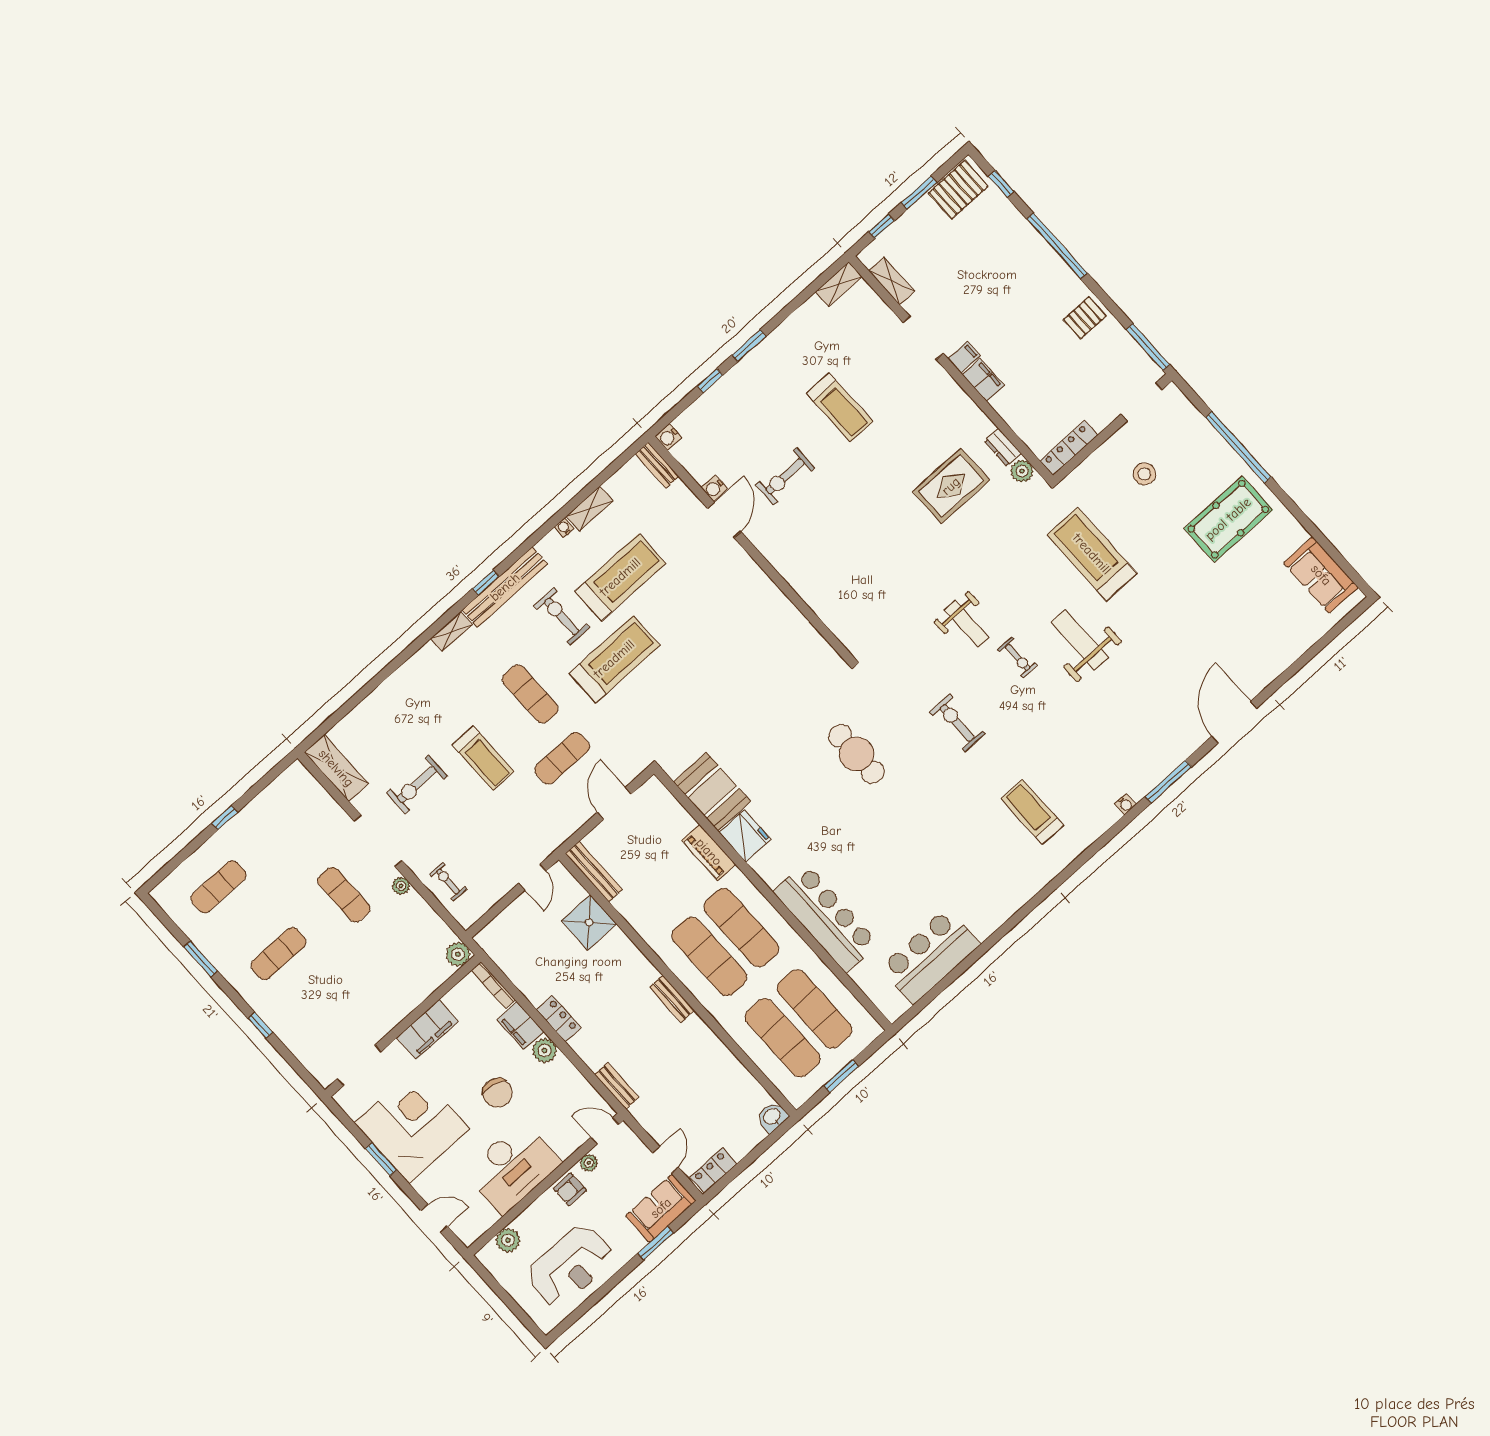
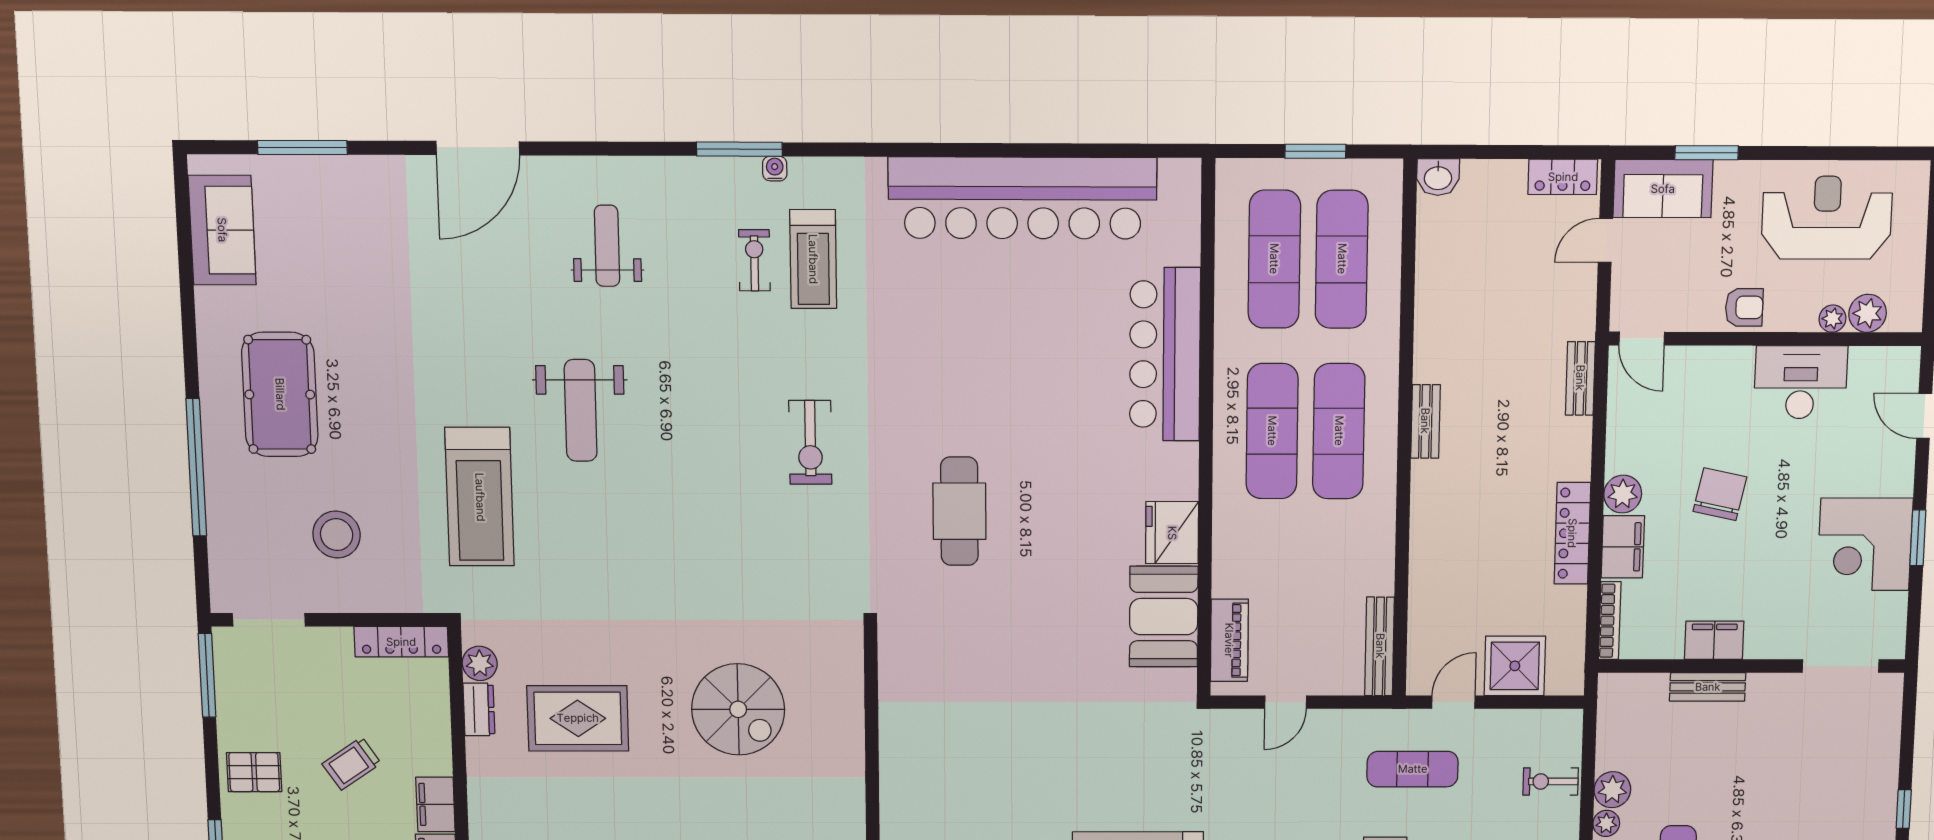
trolley: (1041, 364) -> (352, 764), added
stool: (1144, 474) -> (337, 535), width x1.38, depth x1.38
pool table: (1228, 519) -> (280, 394), turned 90
spiral stairs: (877, 560) -> (738, 709), added
weight bench: (967, 624) -> (607, 246), moved
window: (1316, 649) -> (302, 148), added
exercise bike: (1018, 657) -> (754, 260), moved
exercise mat: (562, 758) -> (1413, 769), moved
window: (1168, 782) -> (739, 149), moved
door: (614, 803) -> (1286, 702), width x0.73
water cooler: (1125, 804) -> (775, 169), moved
piano: (709, 852) -> (1229, 640), moved
exercise bike: (448, 882) -> (1551, 781), turned 90
shower: (589, 922) -> (1515, 666), moved
plant: (458, 954) -> (1612, 790), moved
bar counter: (930, 956) -> (1023, 198), width x1.86
bench: (415, 997) -> (1708, 687), added
locker: (559, 1019) -> (1572, 533), width x1.53
filing cabinet: (427, 1030) -> (1714, 640), width x0.67, depth x0.86
corner desk: (412, 1126) -> (1865, 544), width x0.74, depth x0.74
plant: (589, 1163) -> (1832, 319), moved
desk: (513, 1167) -> (1801, 382), width x0.73, depth x0.77

